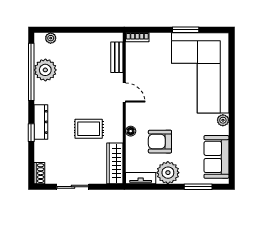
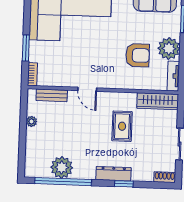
window: (186, 30) -> (26, 48), moved
plant: (51, 38) -> (31, 121), moved
door: (124, 93) -> (87, 89), swing flipped
floor lamp: (131, 131) -> (126, 84), removed
armchair: (160, 142) -> (138, 55), turned -90

